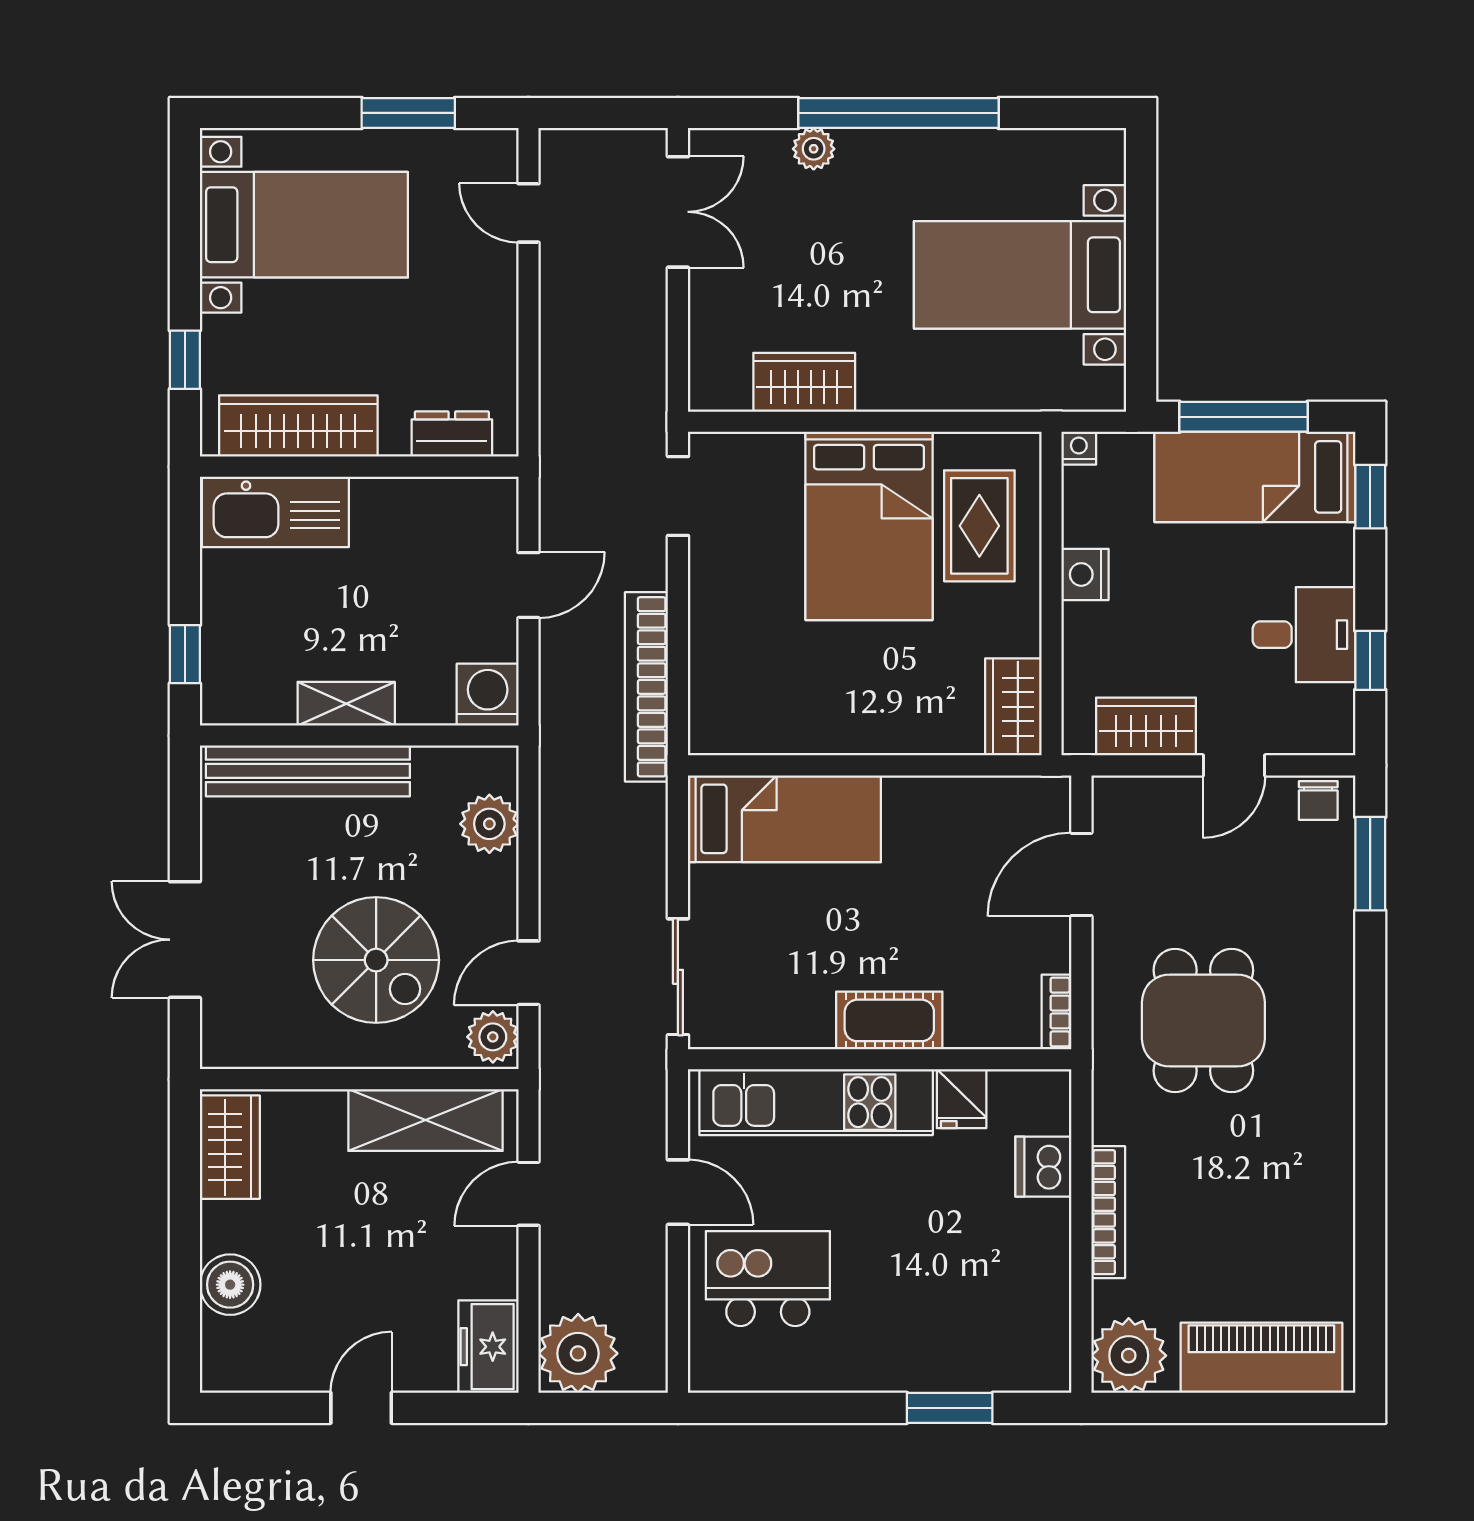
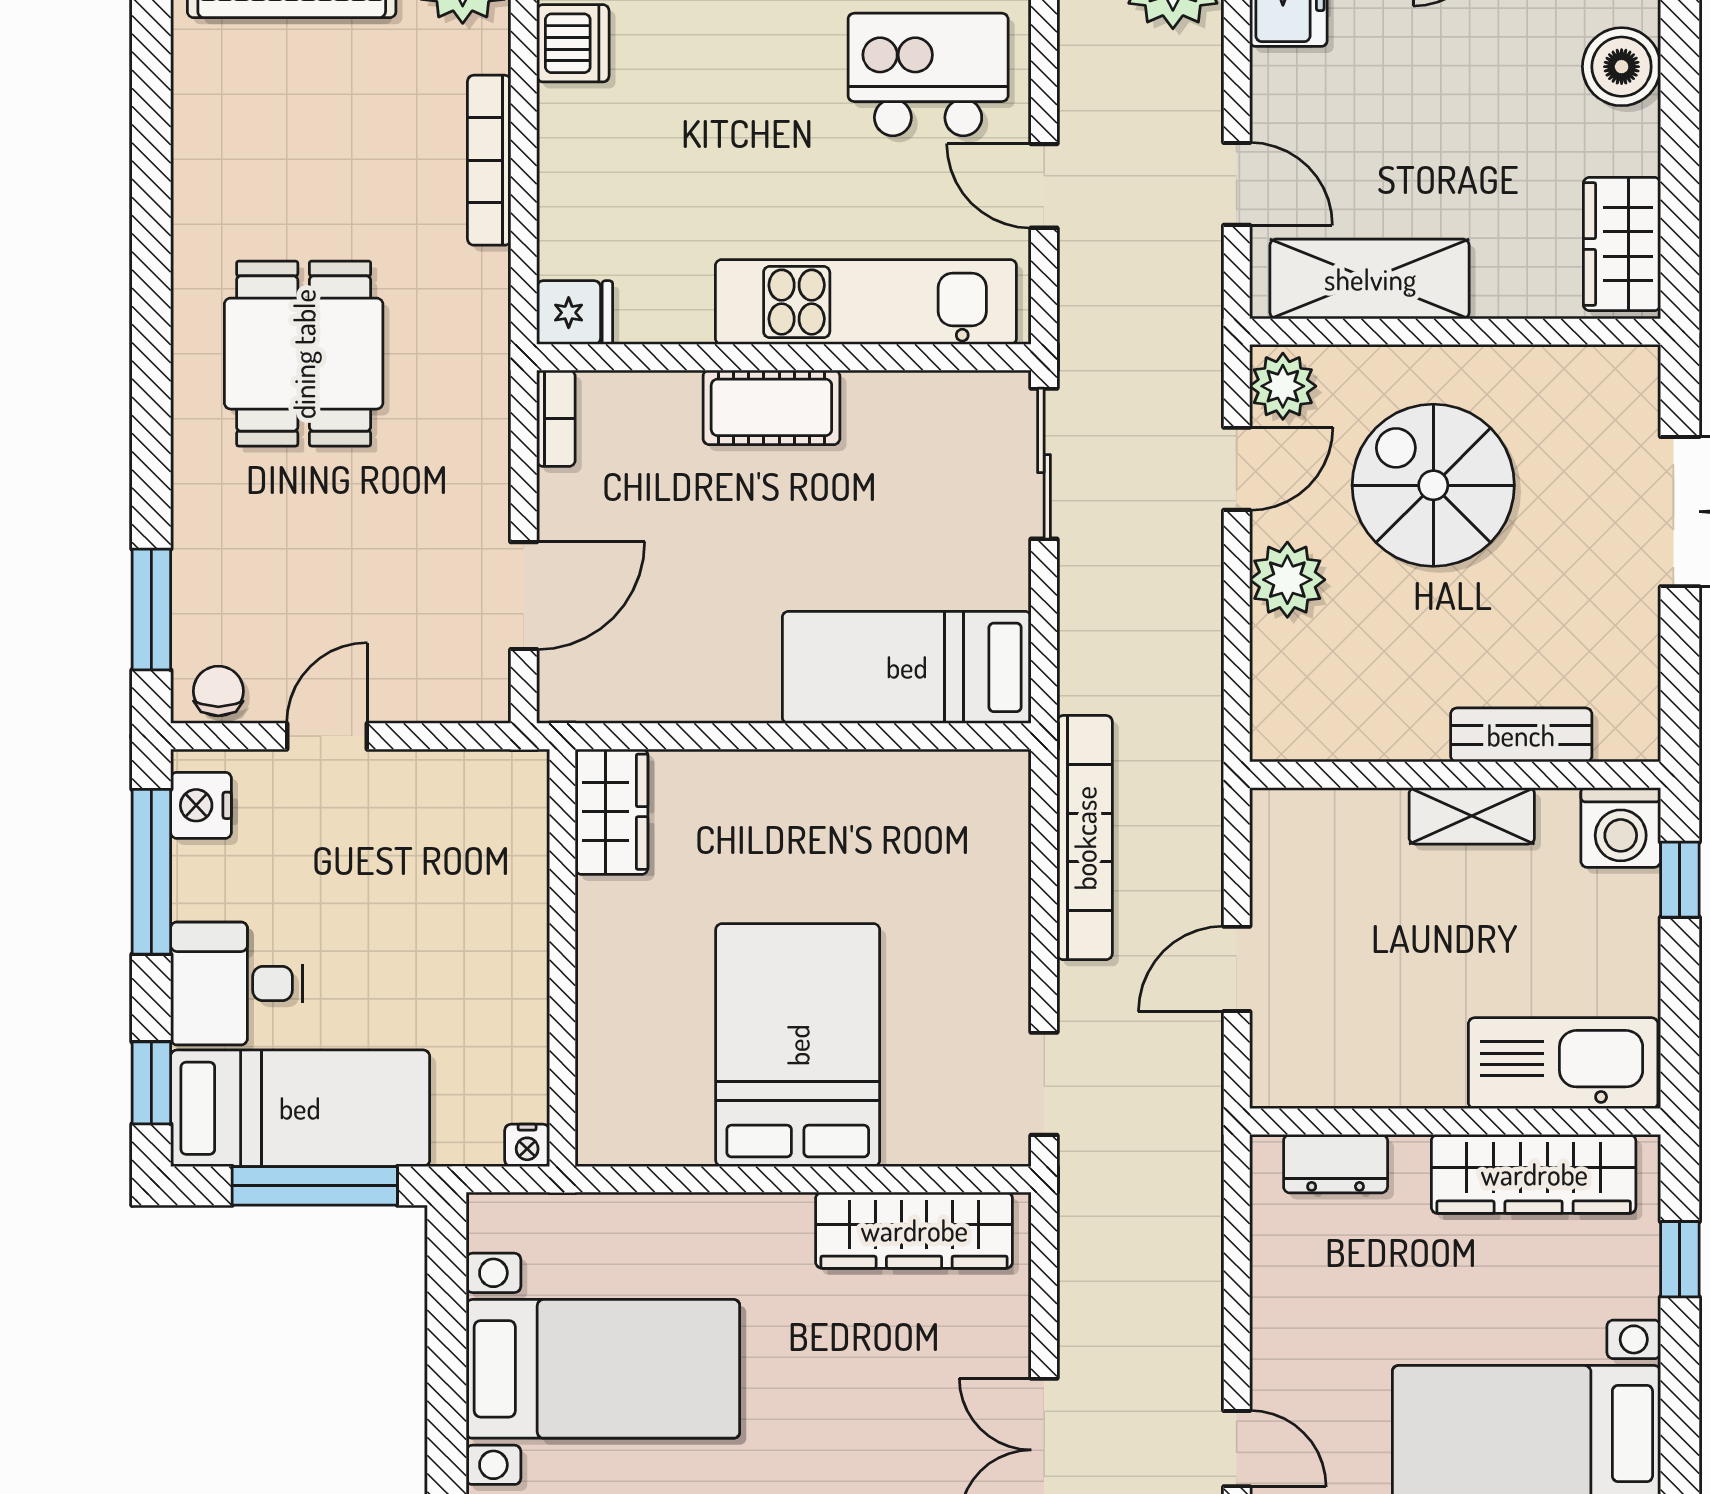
wardrobe: (804, 382) -> (914, 1230), width x1.50
rug: (979, 526) -> (655, 1045), removed
nightstand: (1085, 574) -> (201, 805), moved, turned 180
desk: (1304, 635) -> (237, 983), moved
window: (1370, 660) -> (151, 872), width x2.17
washing machine: (488, 695) -> (1621, 827), moved
wardrobe: (1146, 727) -> (440, 786), removed
bench: (308, 771) -> (1521, 735), width x0.54, depth x0.82
plant: (489, 824) -> (1287, 580), moved
dining table: (1203, 1021) -> (304, 354), moved
fridge: (962, 1099) -> (575, 313), moved, turned 90
dishwasher: (1043, 1167) -> (573, 43), moved
door: (529, 1194) -> (1237, 184), hinge flipped
kitchen island: (768, 1279) -> (928, 75), turned 180

